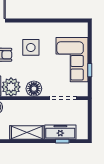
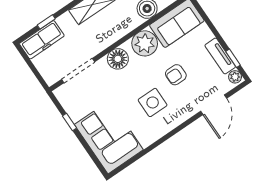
corner sofa: (72, 60) -> (109, 137), moved
freezer: (60, 132) -> (42, 40), moved

